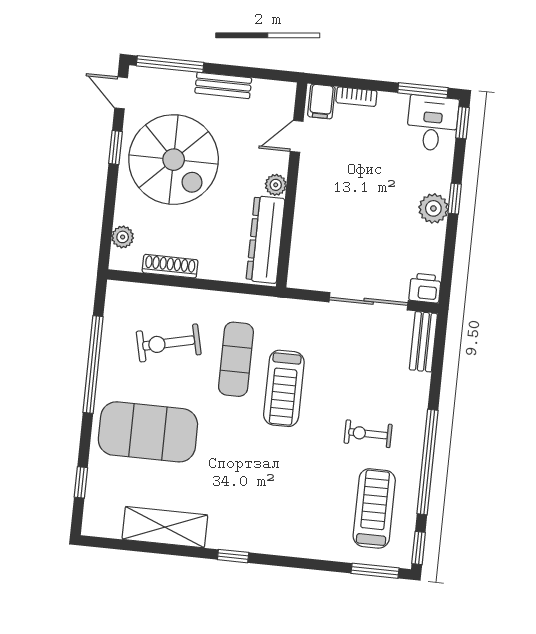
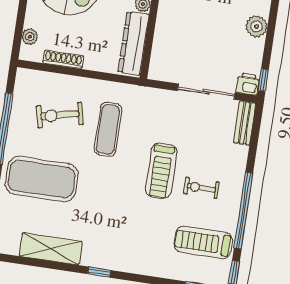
window: (455, 199) -> (263, 80), moved
treadmill: (284, 388) -> (161, 171), moved
treadmill: (374, 508) -> (203, 242), turned -90

